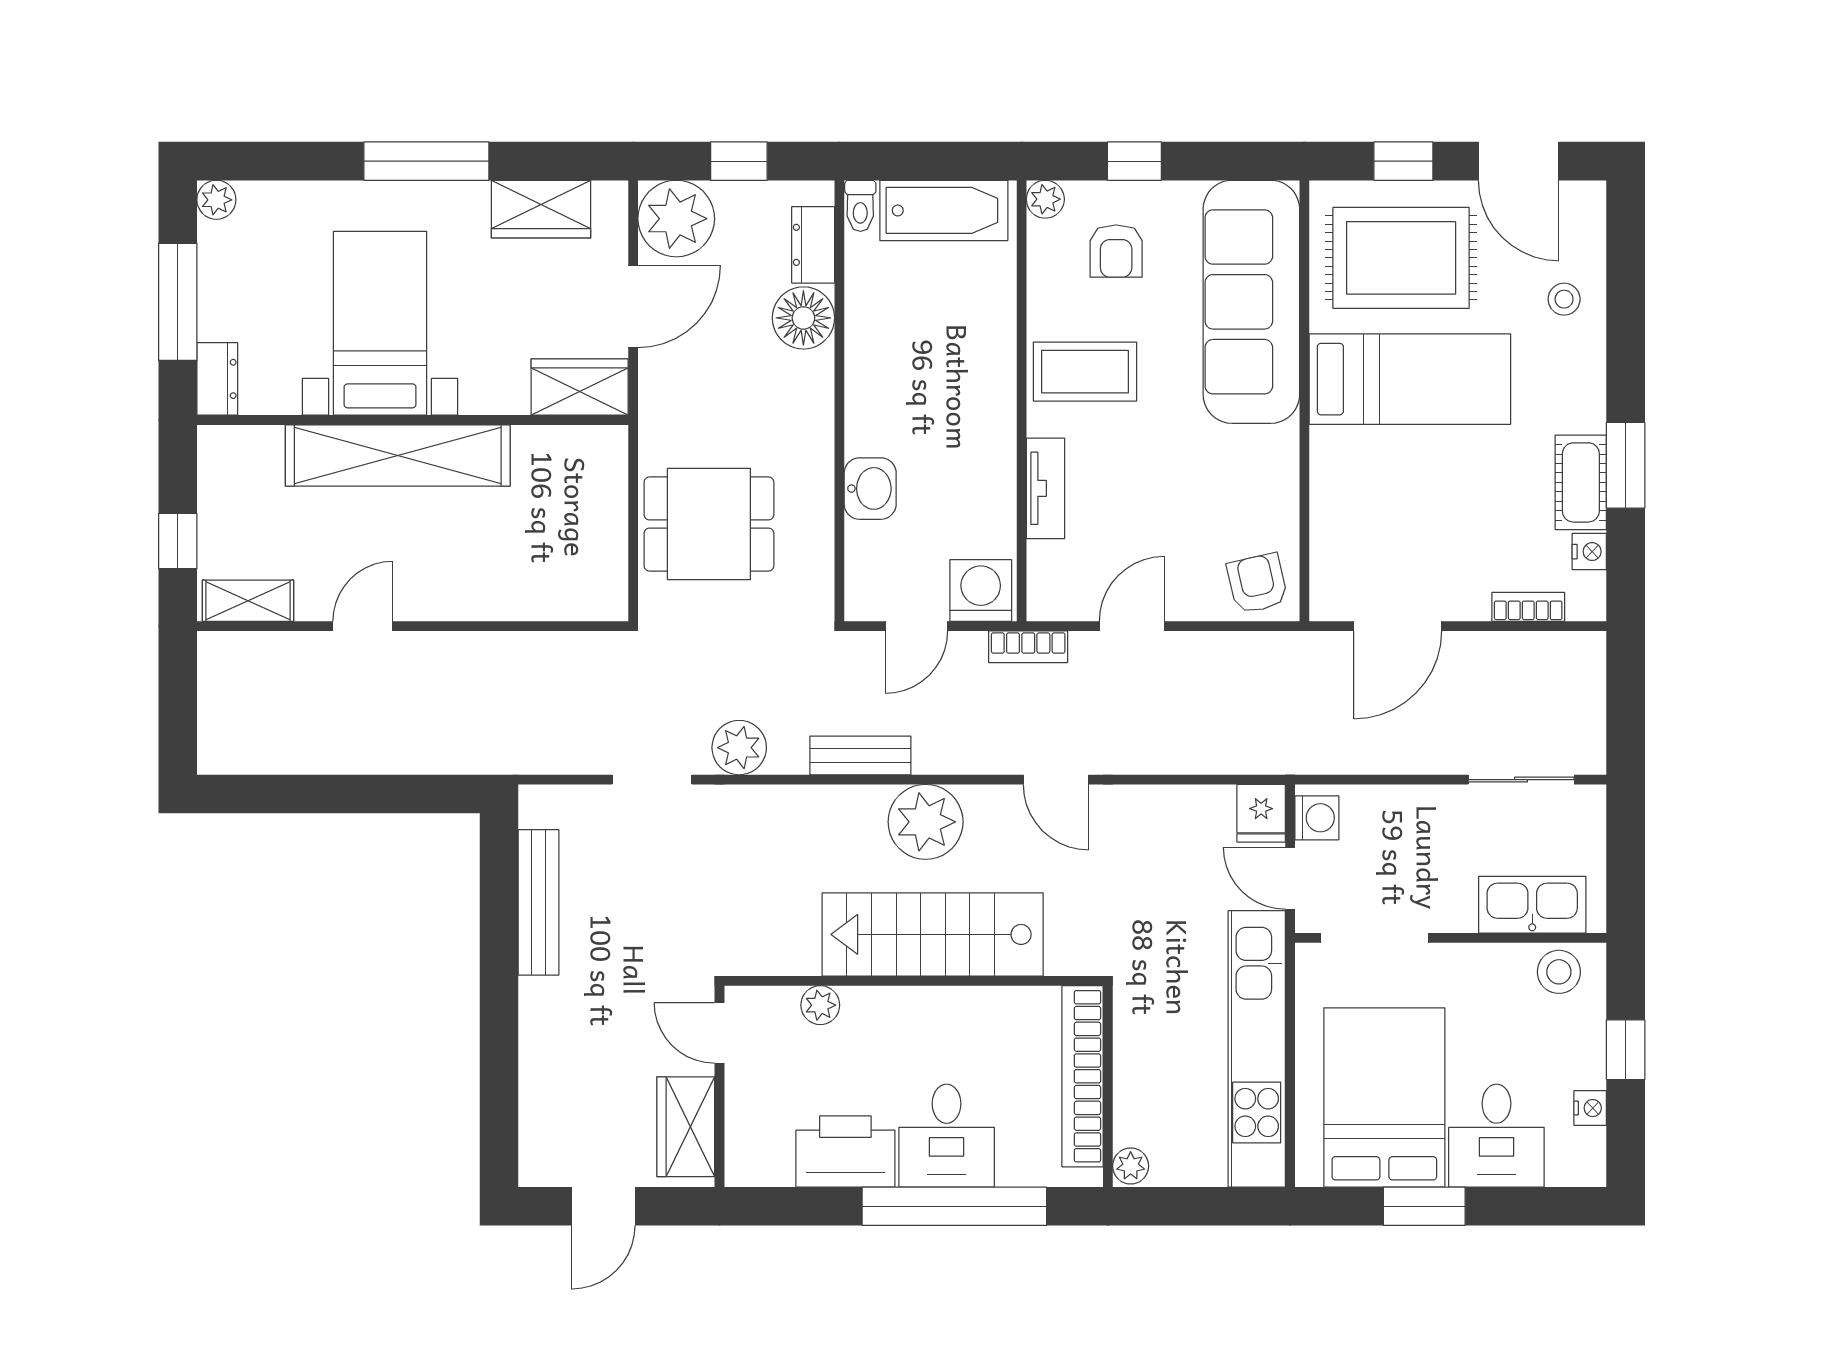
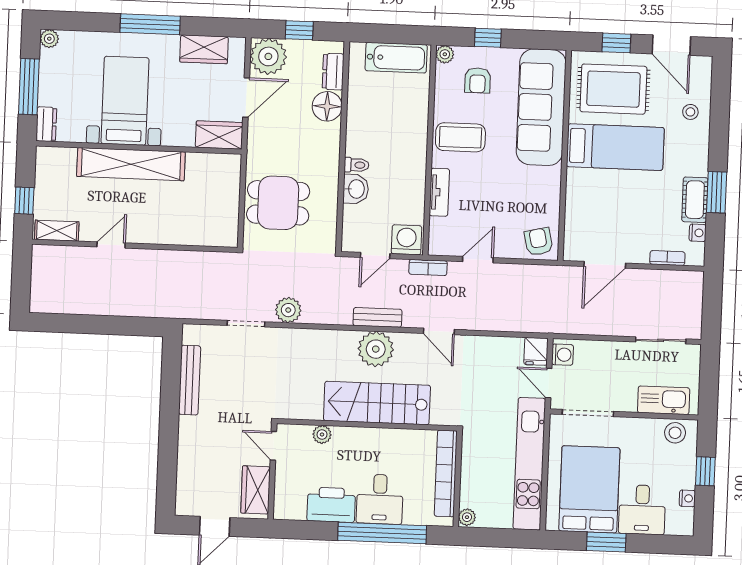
toilet: (860, 206) -> (356, 165), moved, turned -90
bench: (860, 755) -> (377, 317), moved

